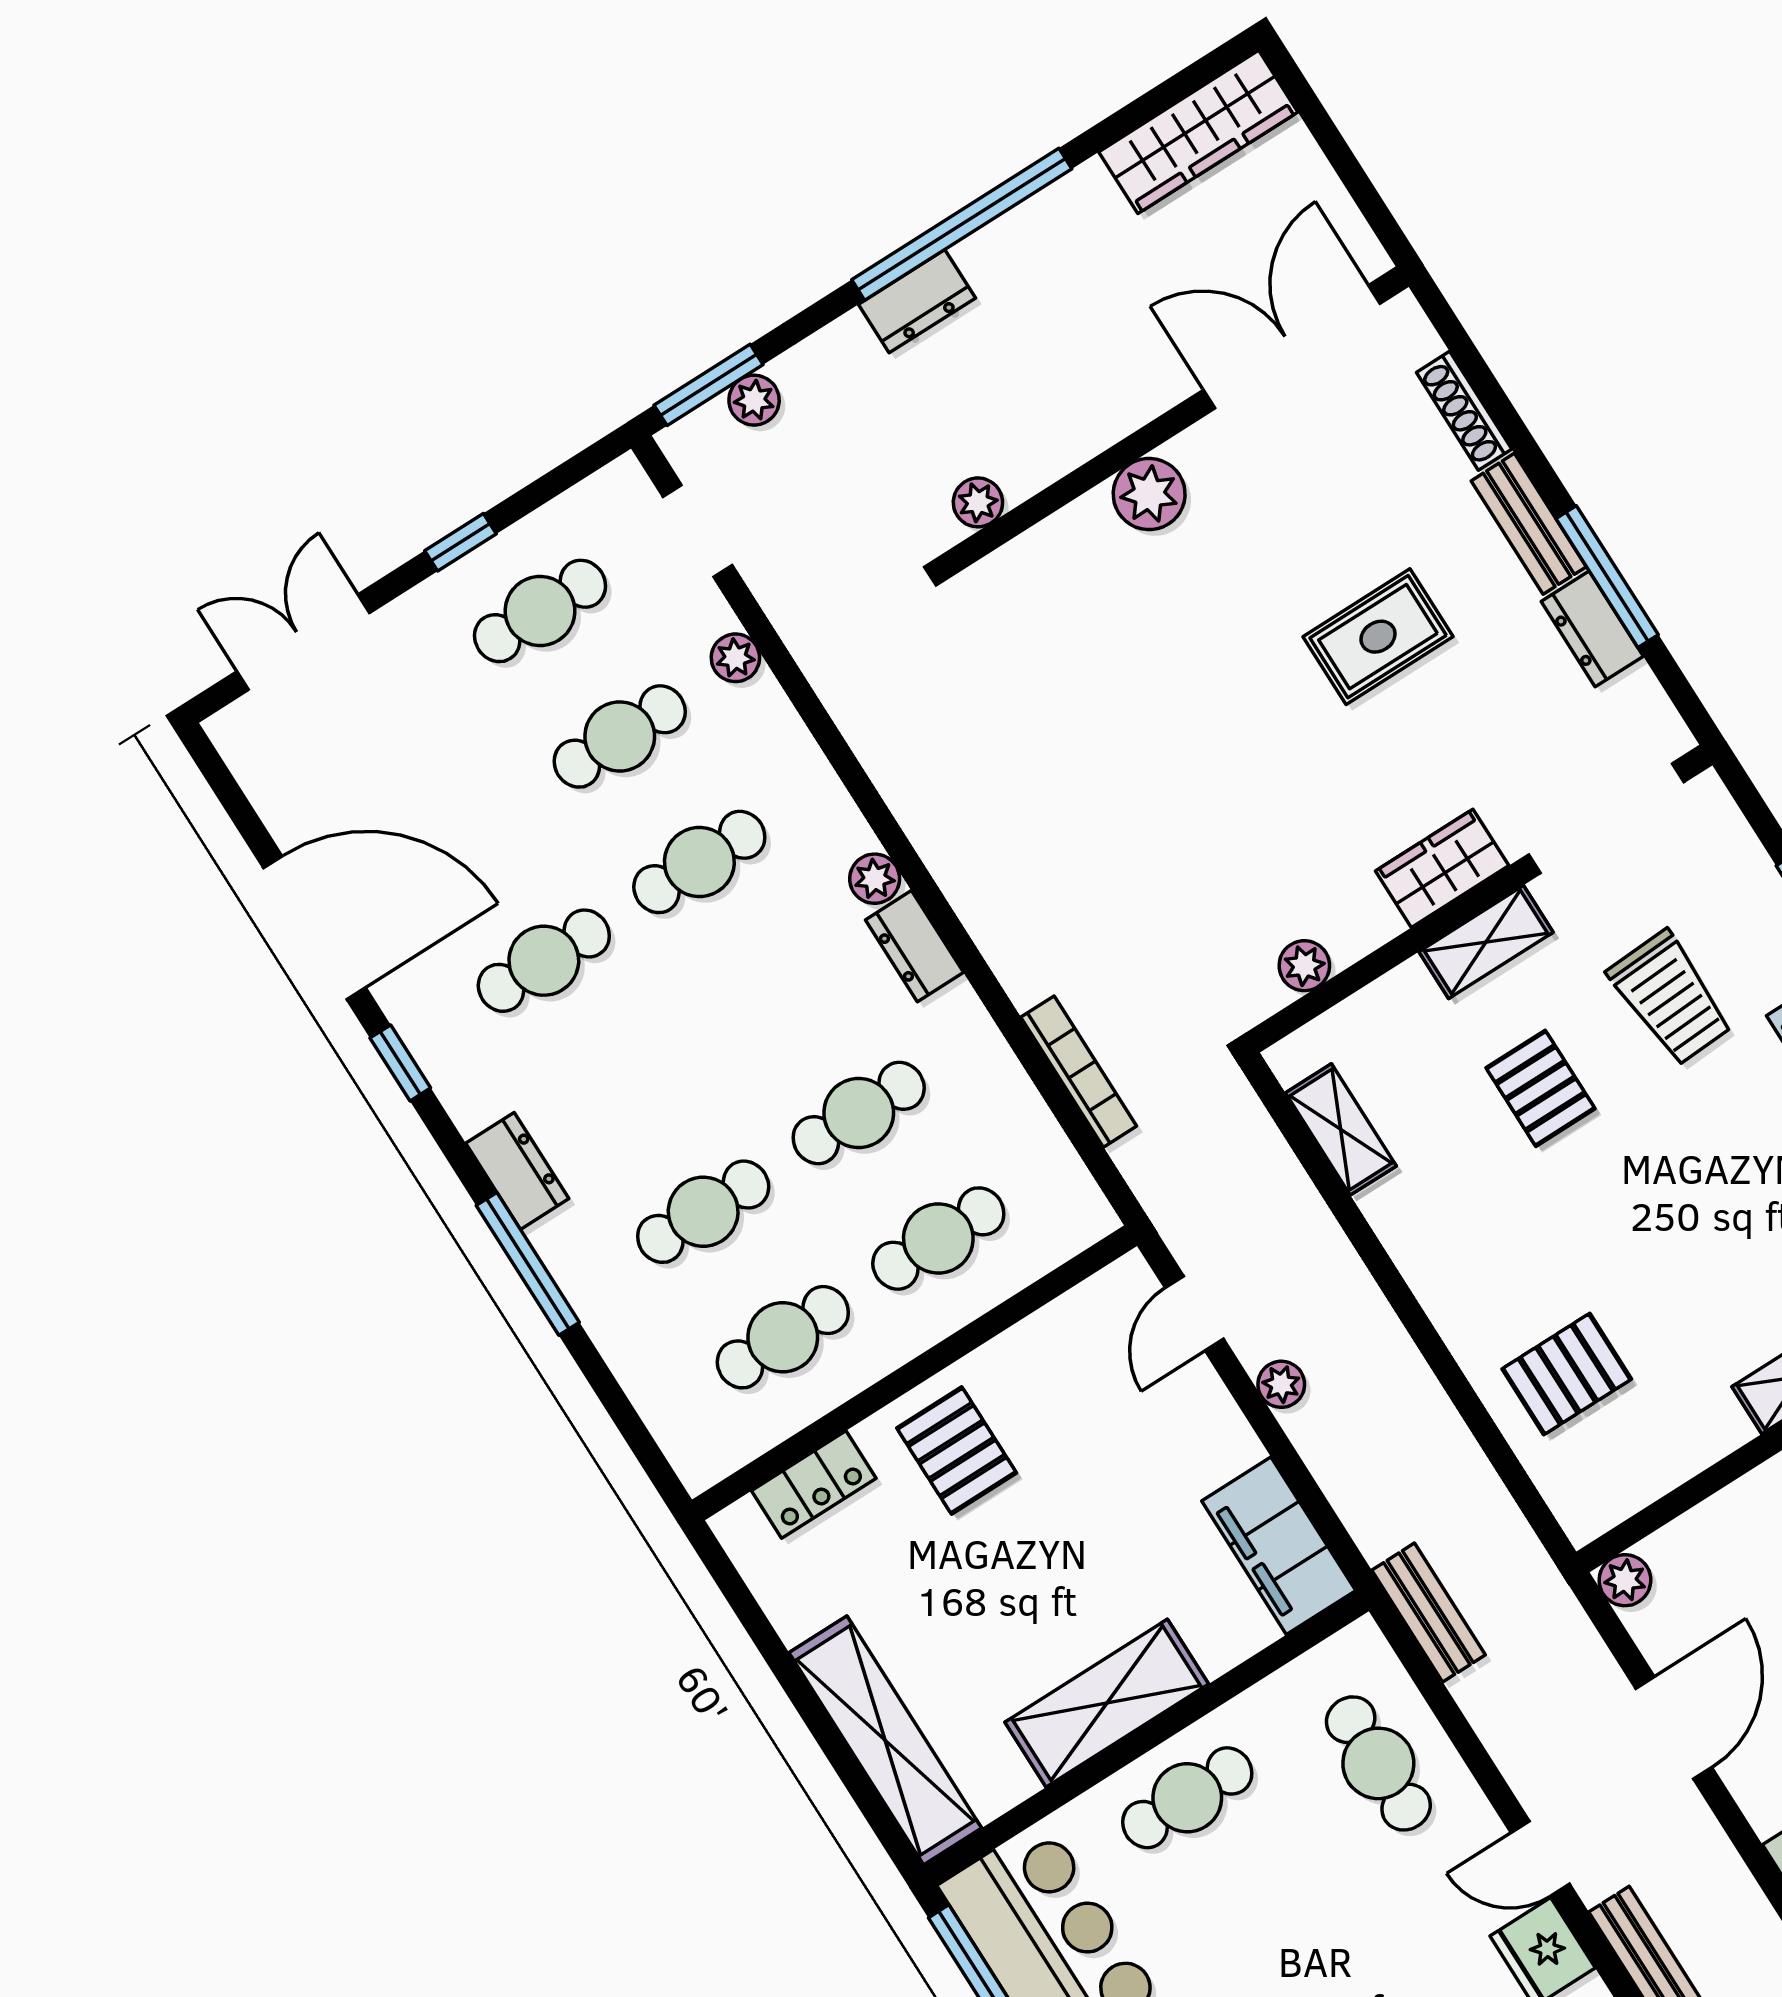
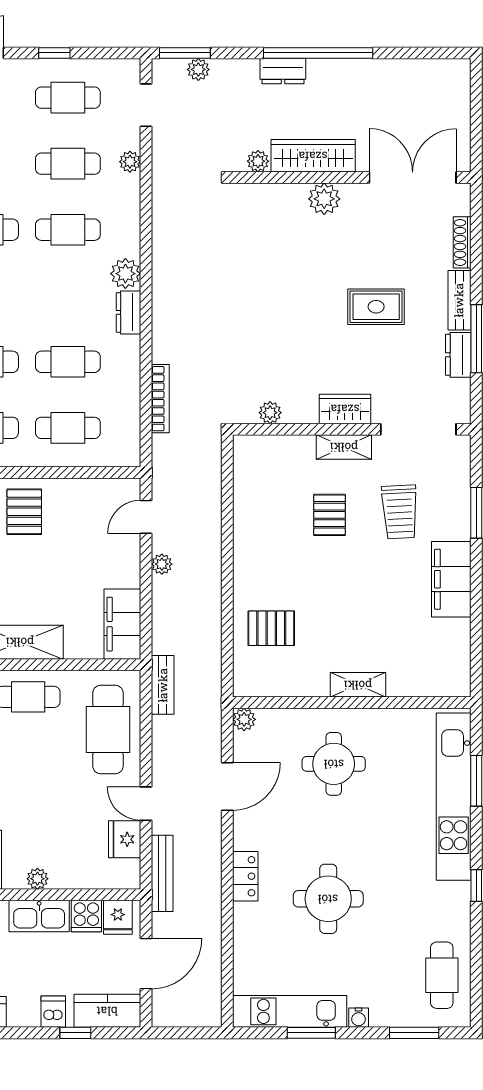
wardrobe: (1198, 132) -> (313, 156), moved, turned 180
plant: (875, 879) -> (125, 274), width x1.38, depth x1.38
shelving: (1341, 1129) -> (245, 483), removed
cafe table: (1378, 1763) -> (108, 729), width x1.37, depth x1.35

